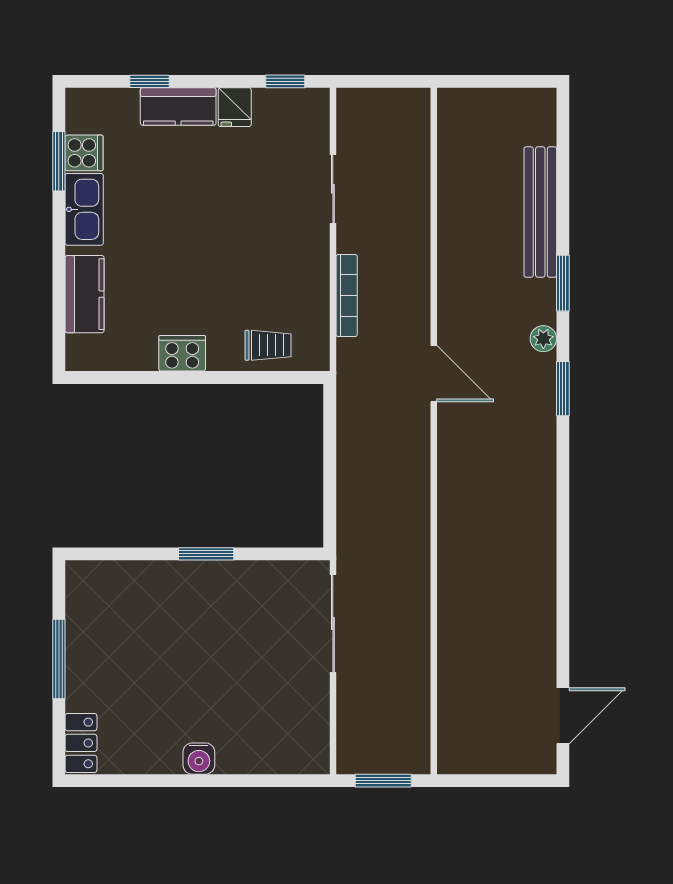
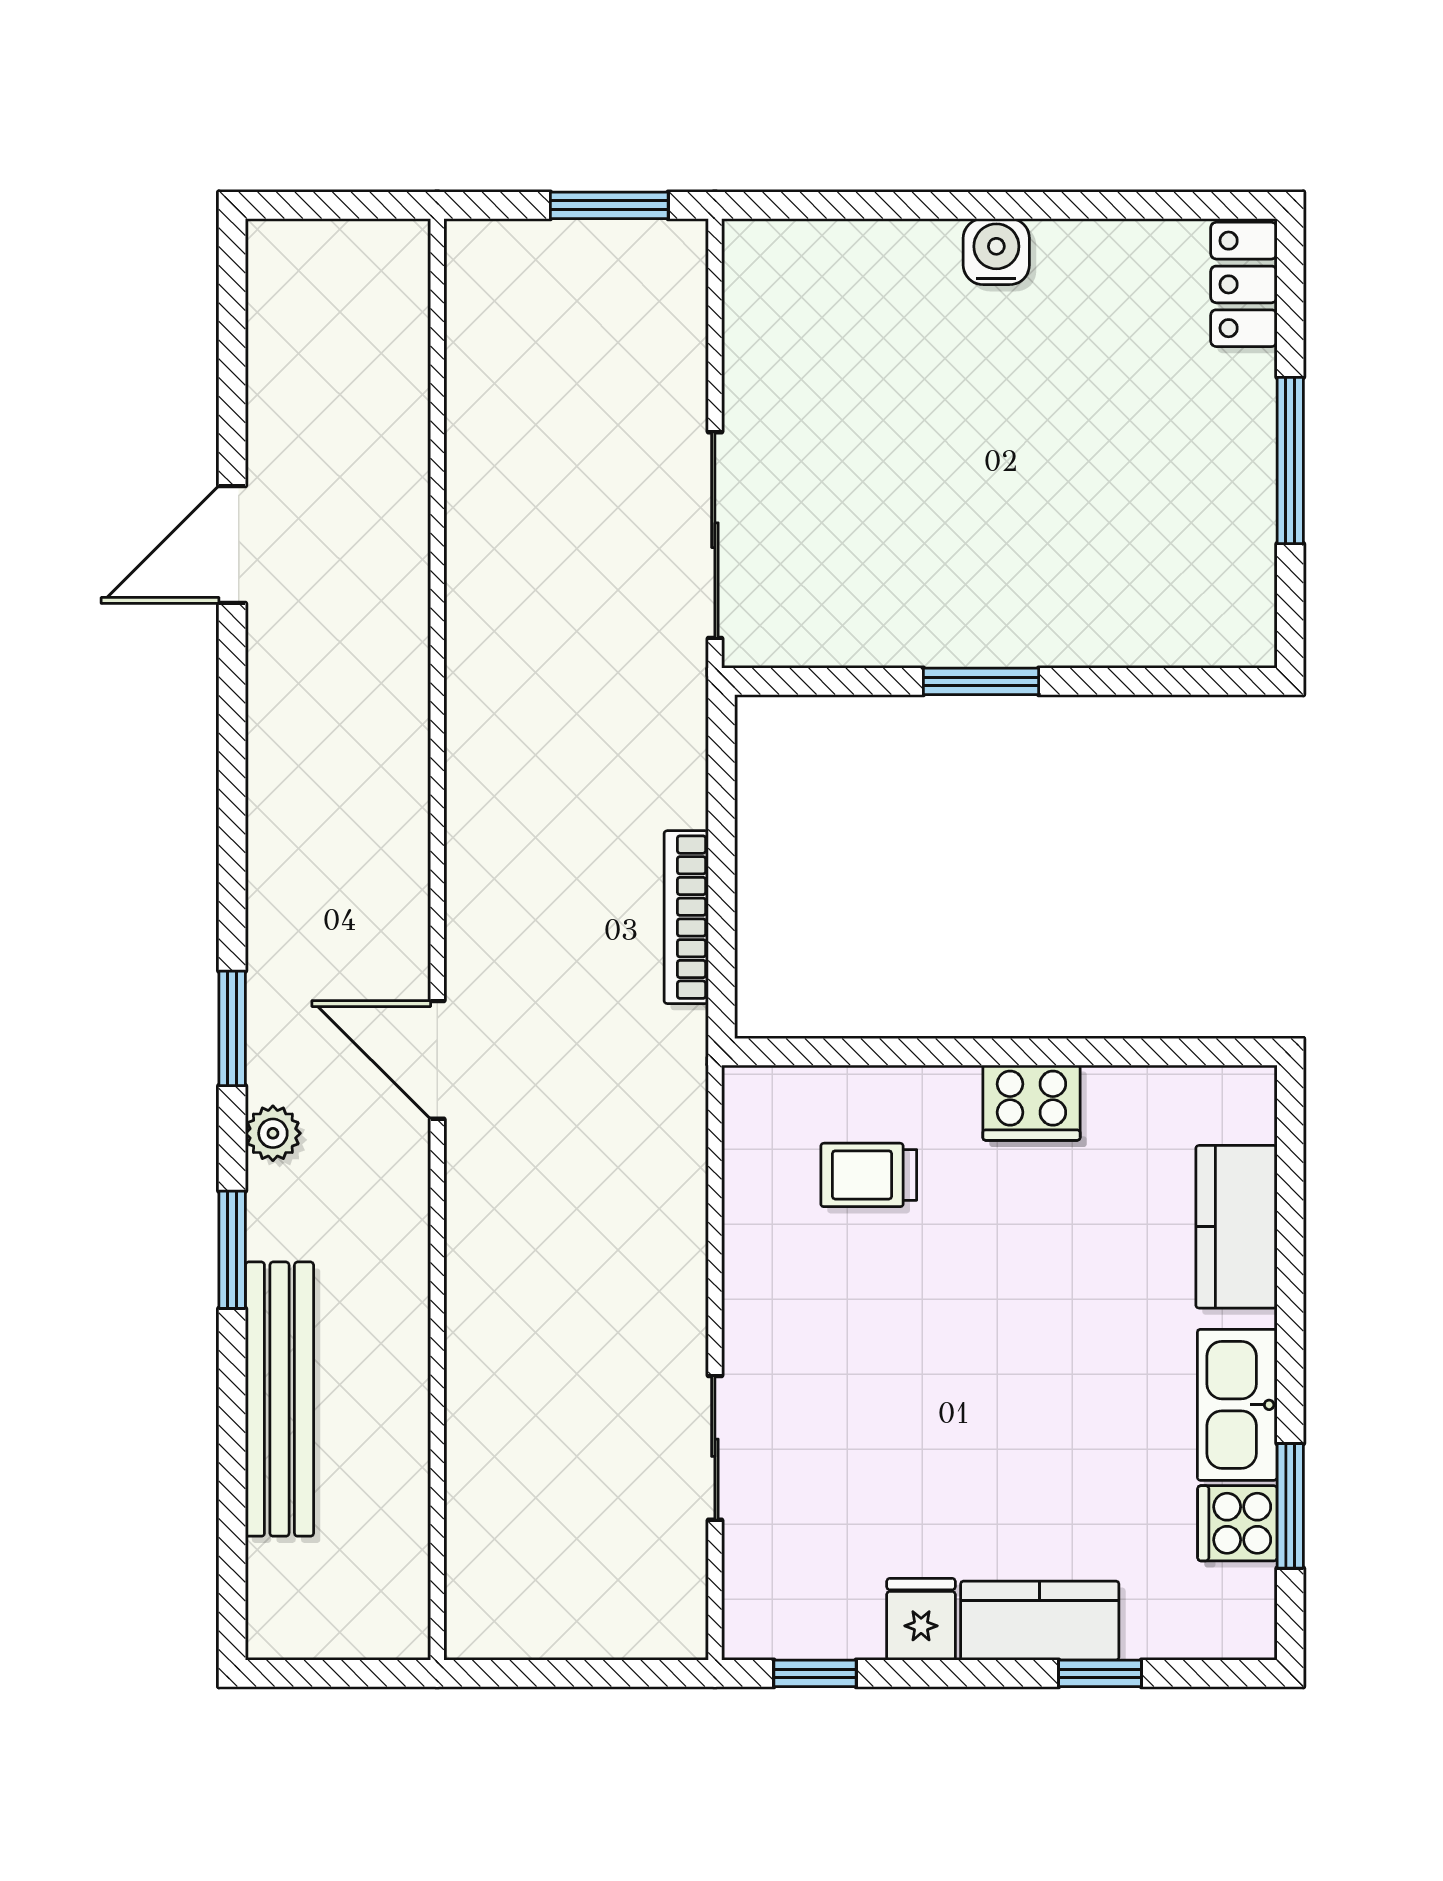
bookcase: (347, 296) -> (686, 917), moved
trolley: (268, 345) -> (869, 1175), moved
door: (434, 374) -> (437, 1060), moved
wall: (434, 431) -> (437, 939), moved
door: (563, 716) -> (232, 545), moved

